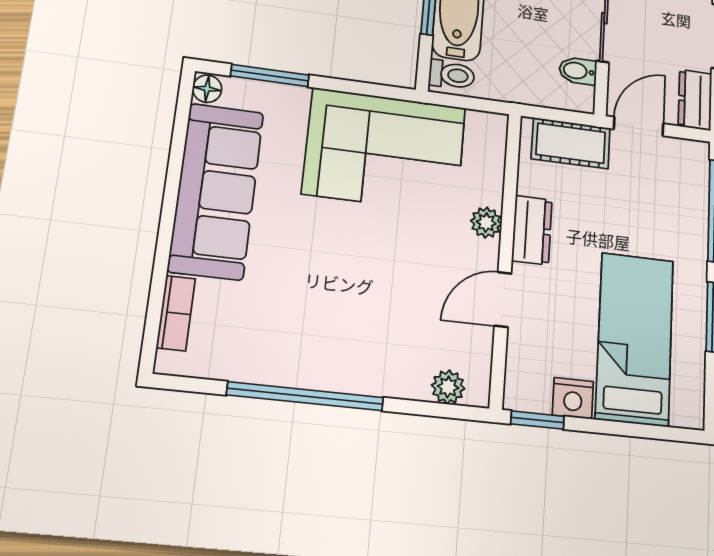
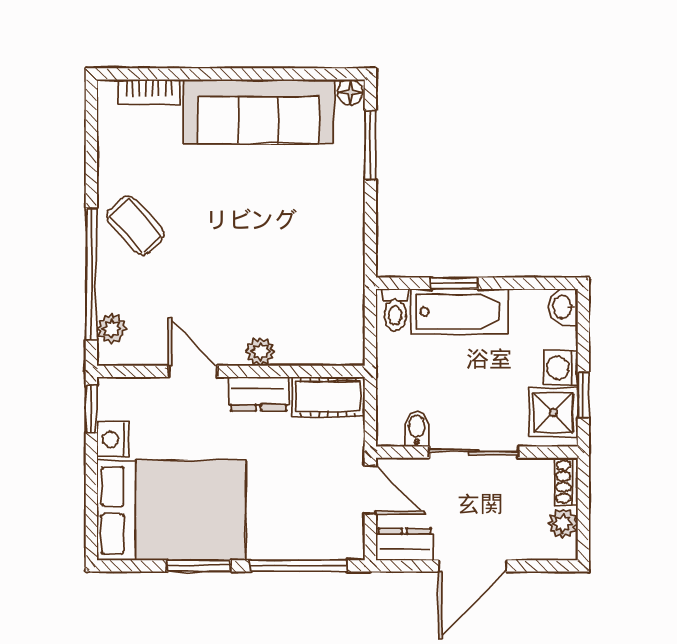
cot: (571, 143) -> (328, 397), moved, turned 90
corner sofa: (385, 150) -> (315, 255), removed
bed: (635, 339) -> (171, 510), width x1.50
coffee table: (332, 346) -> (135, 225), added
window: (305, 396) -> (91, 274), moved

